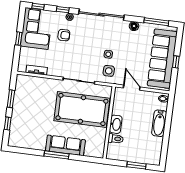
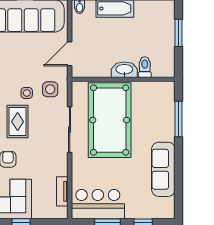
rug: (89, 45) -> (18, 122), added
bar counter: (25, 94) -> (98, 204), added
sofa: (65, 145) -> (163, 169), moved
window: (57, 155) -> (178, 119), moved

